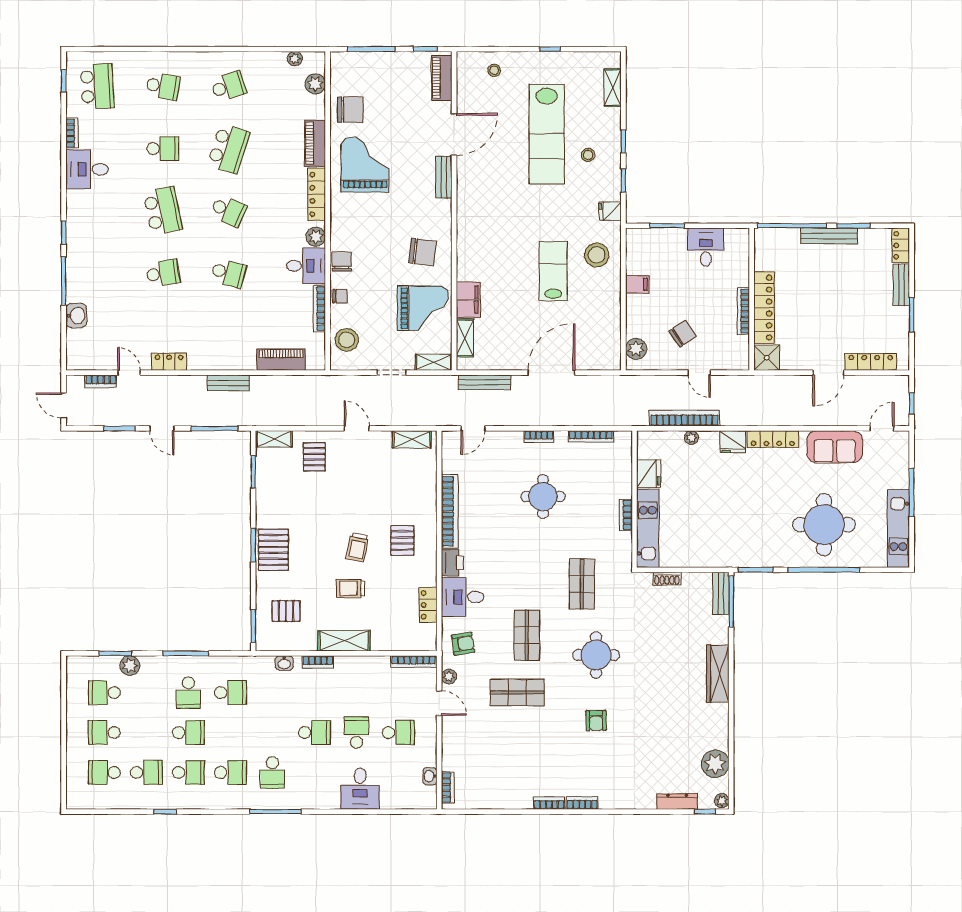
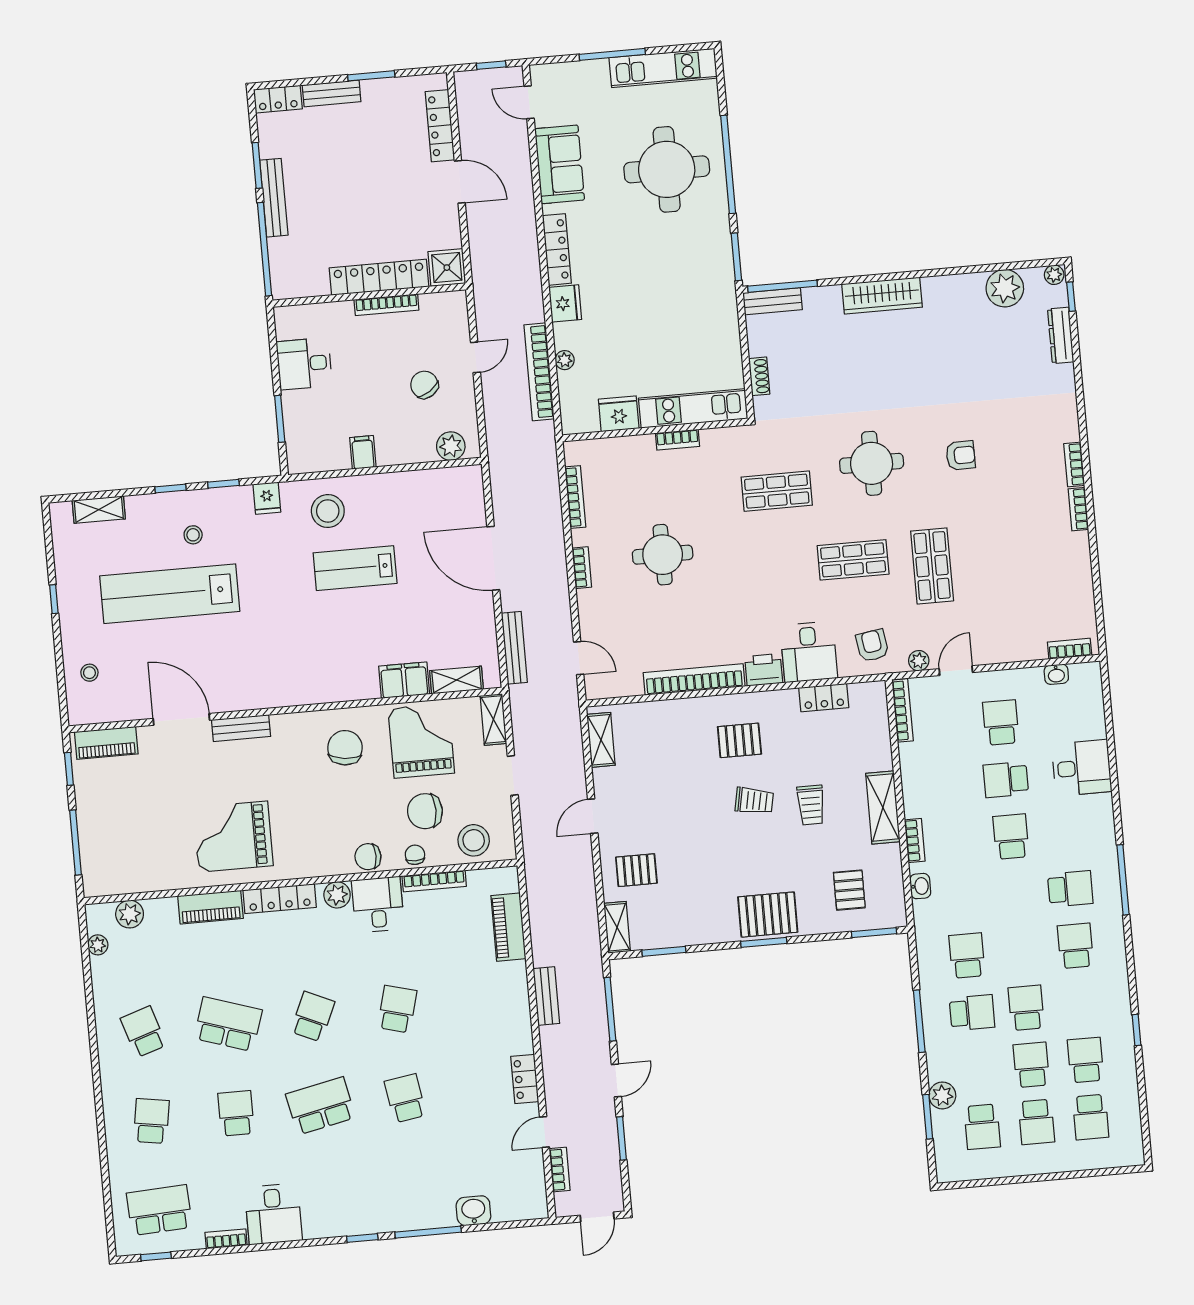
chair: (350, 110) -> (425, 811), moved, turned -90
lab bench: (547, 134) -> (170, 594), turned 180
school desk: (188, 772) -> (1031, 1065), moved

